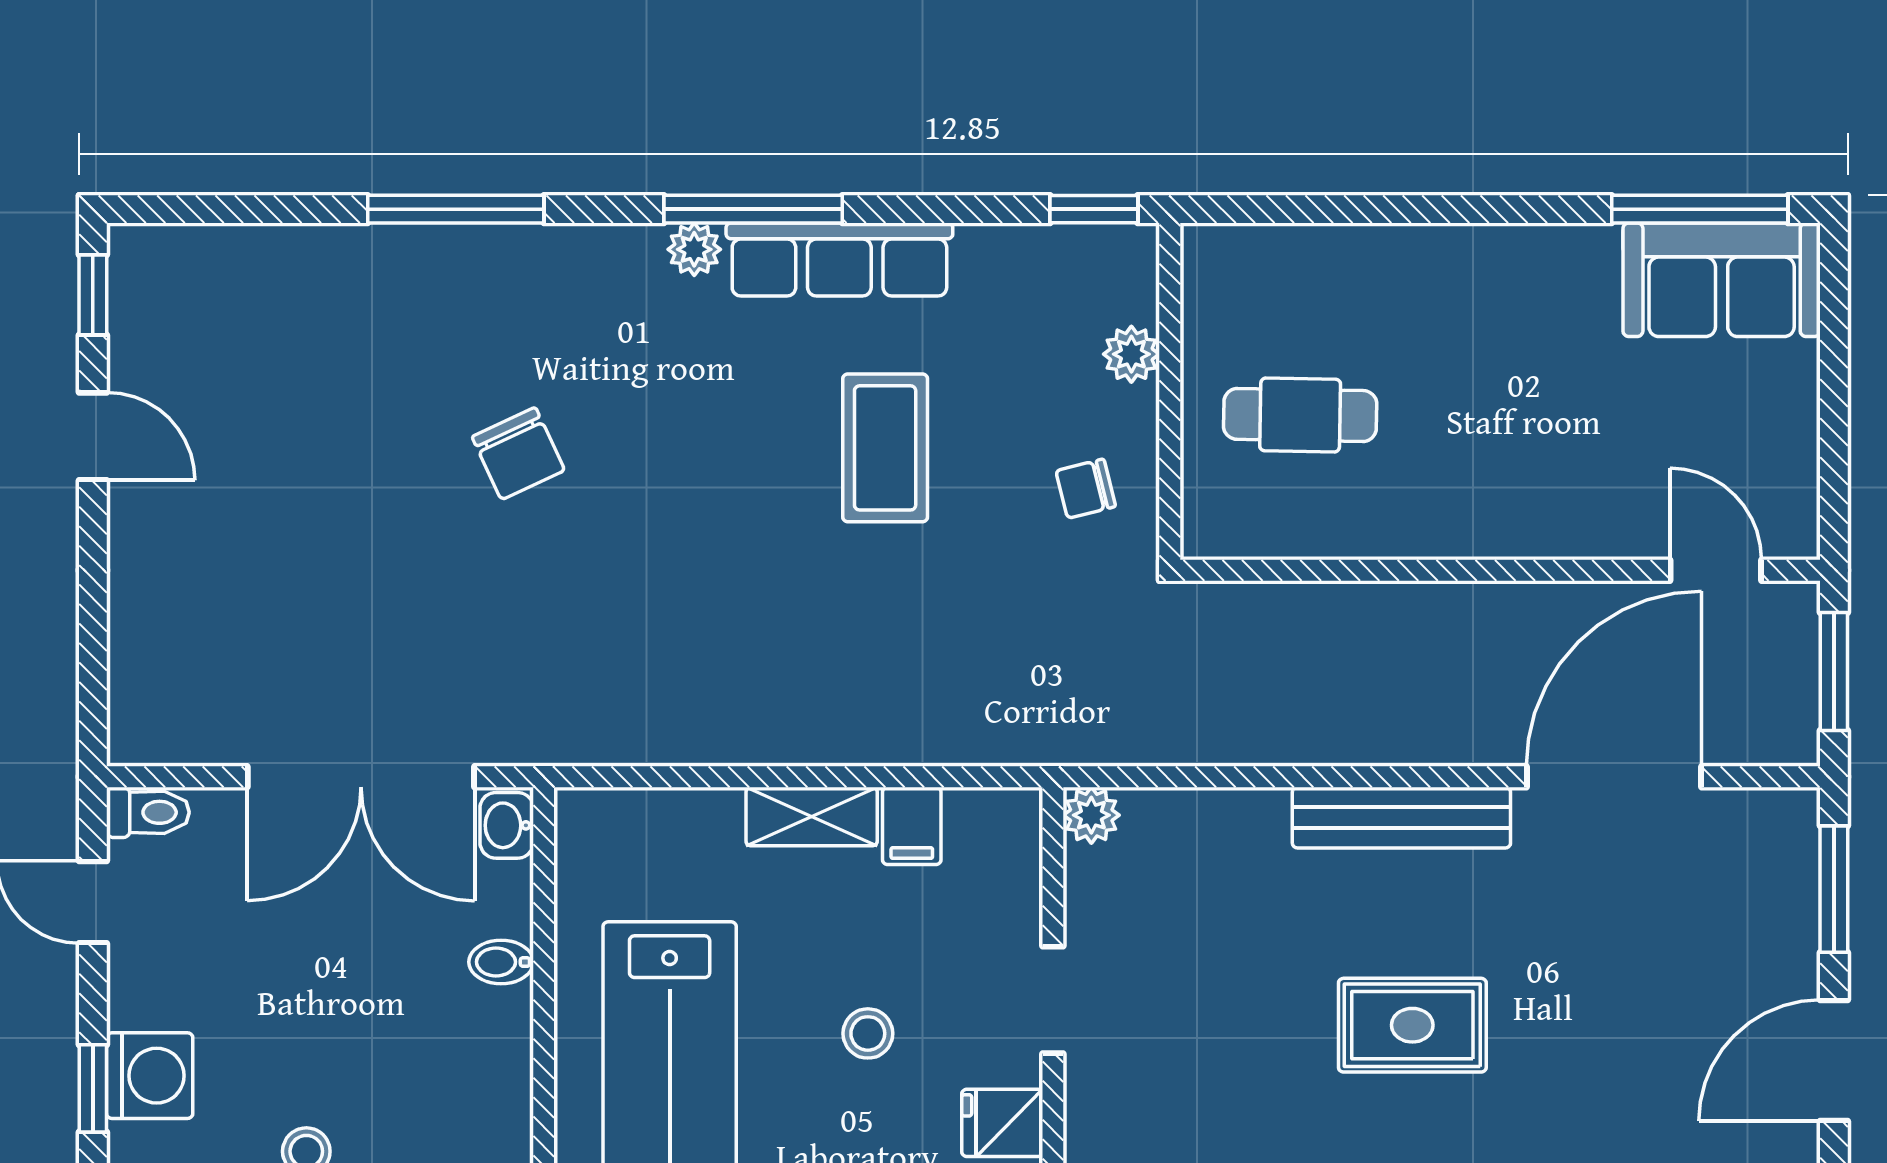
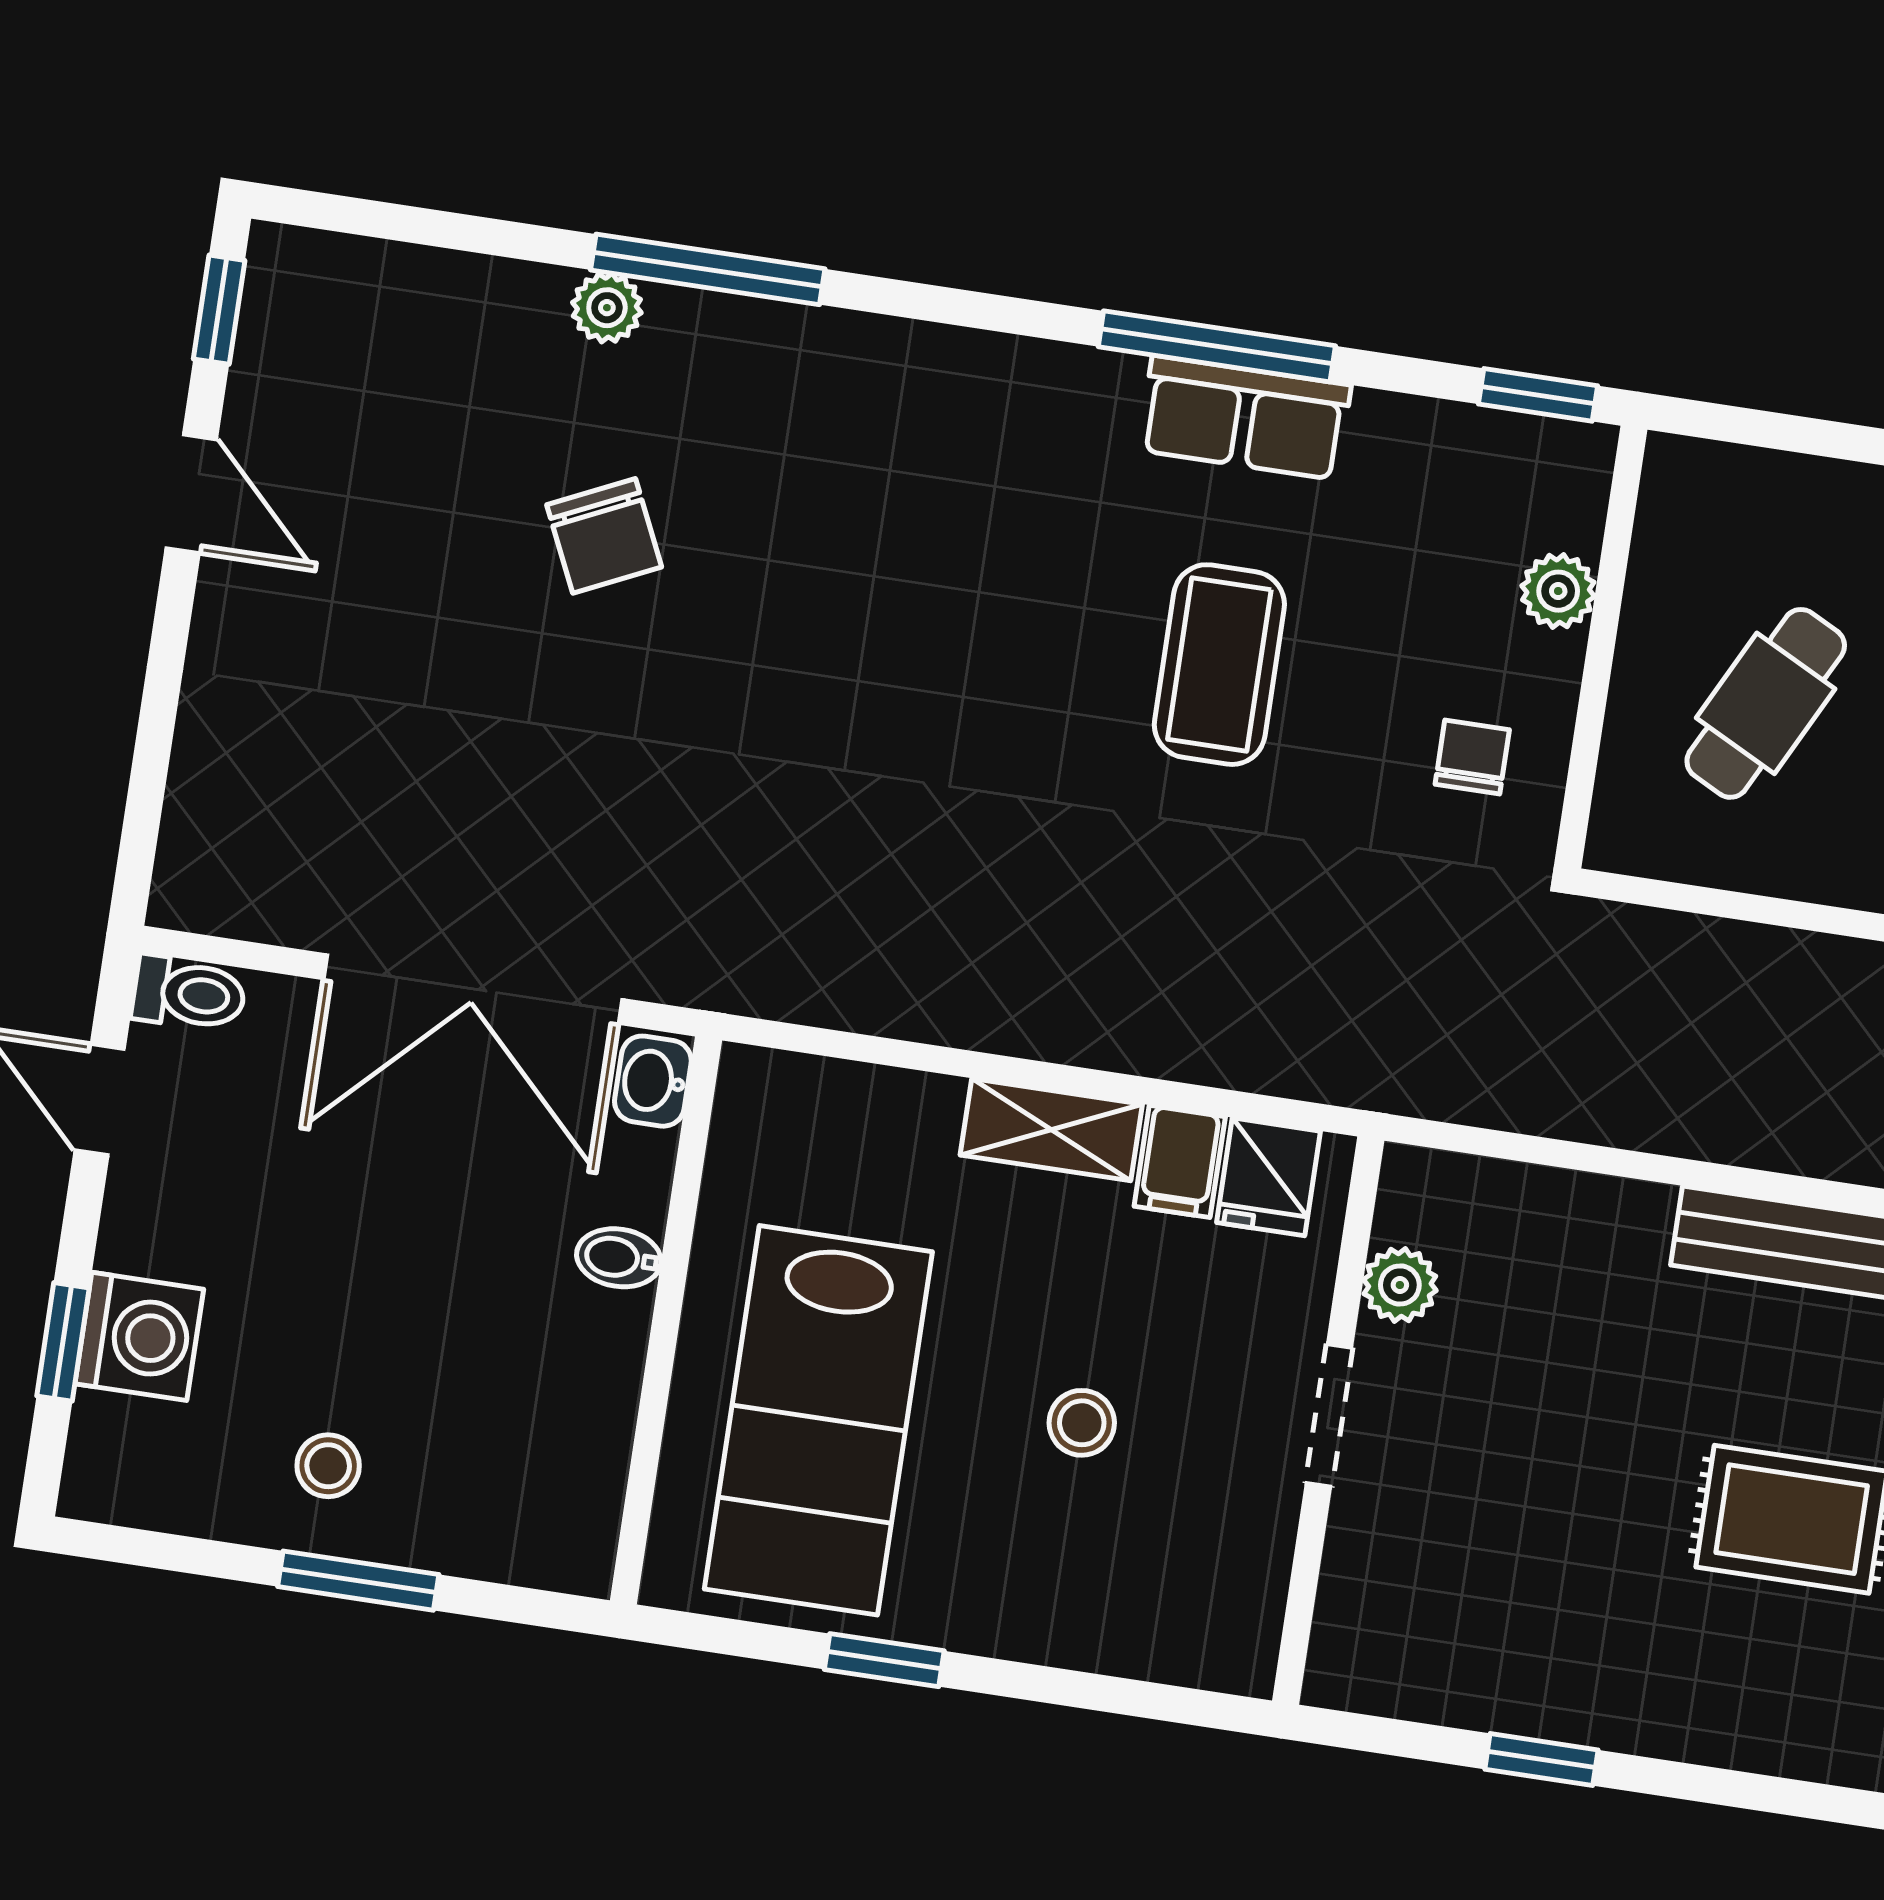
window: (753, 209) -> (1217, 346), moved
plant: (694, 249) -> (607, 308), moved
row of seats: (839, 259) -> (1245, 418), width x0.68
cafe table: (1300, 415) -> (1766, 703), turned -64
chair: (518, 453) -> (604, 536), moved
chair: (1086, 489) -> (1472, 757), turned 104
plant: (1091, 815) -> (1400, 1285), moved
fridge: (1002, 1123) -> (1268, 1177), moved, turned -90

